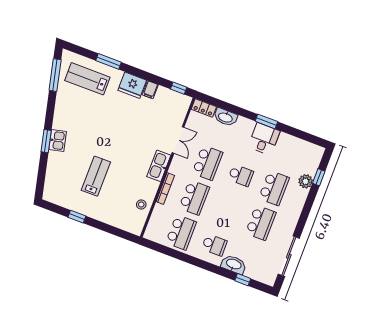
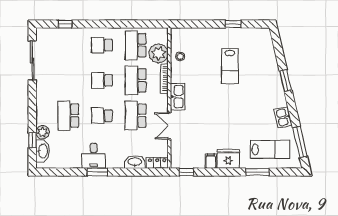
kitchen sink: (58, 140) -> (283, 117), moved
plant: (161, 216) -> (159, 53), added
school desk: (261, 223) -> (102, 80), moved, width x0.54
washbasin: (234, 264) -> (43, 151), moved, turned -90

